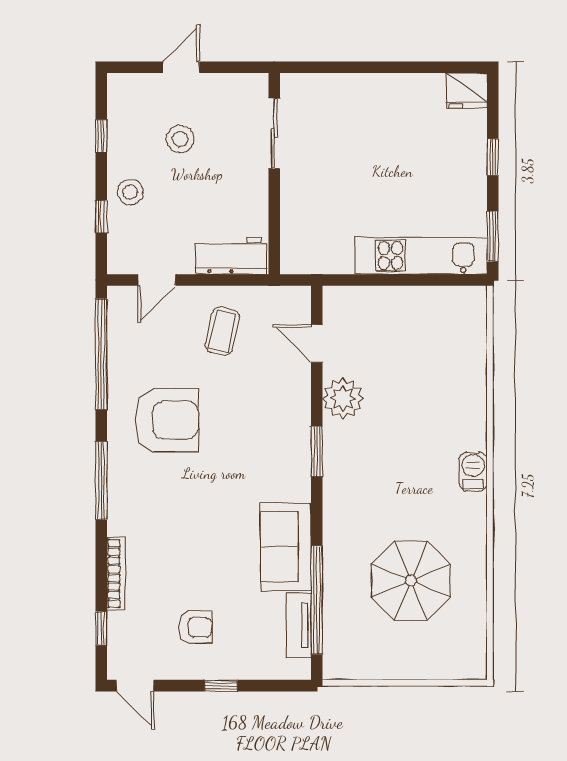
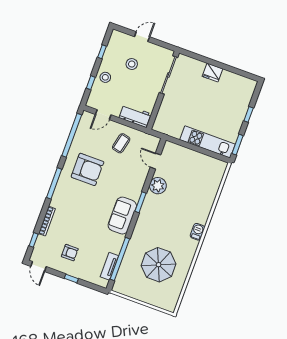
fridge: (467, 91) -> (212, 72), moved
sliding door: (274, 133) -> (168, 75), width x1.37
sofa: (286, 547) -> (122, 216), moved

